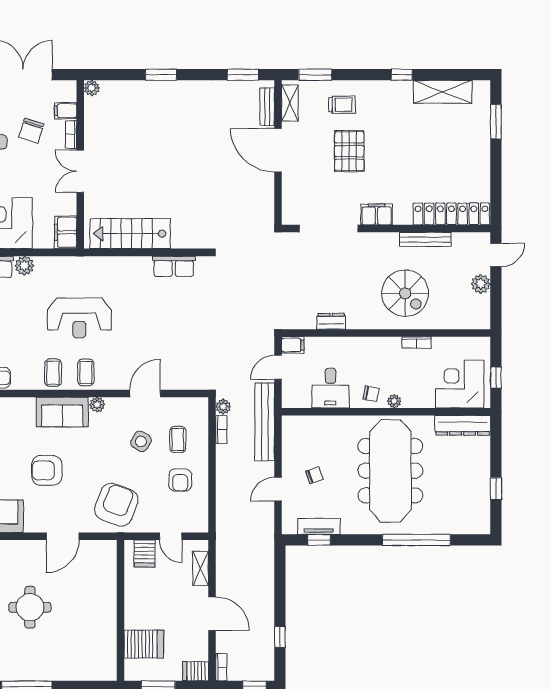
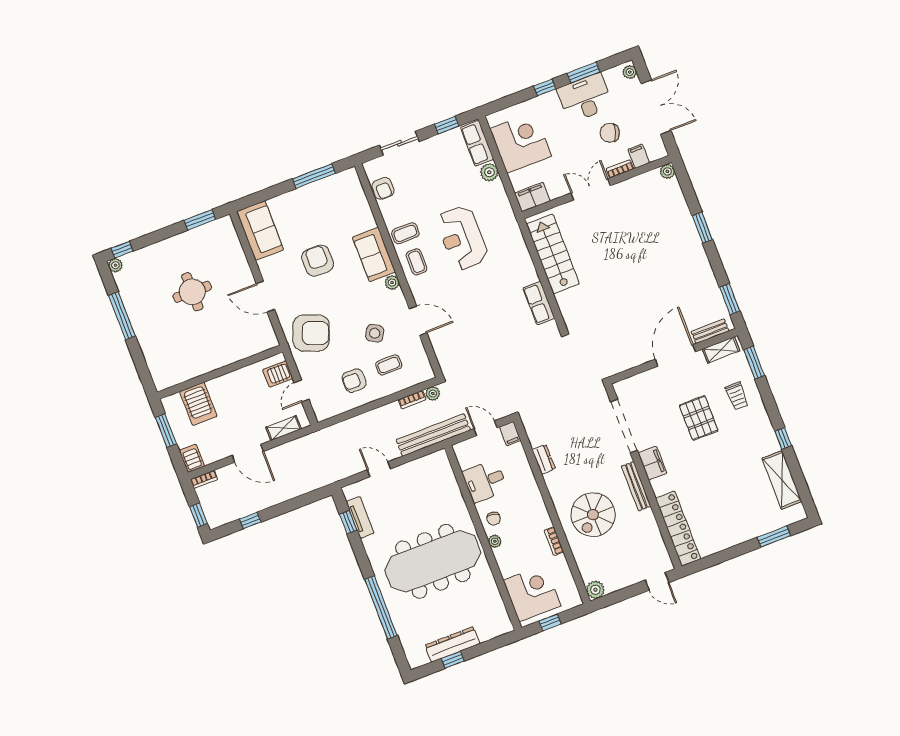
pallet: (349, 151) -> (699, 418), turned 90
bench: (425, 239) -> (636, 486), moved
plant: (481, 284) -> (595, 590), moved
coffee table: (86, 372) -> (417, 262), turned 90
dresser: (463, 425) -> (452, 644), moved, turned 90
chair: (314, 475) -> (403, 496), removed
door: (212, 614) -> (248, 453), hinge flipped

